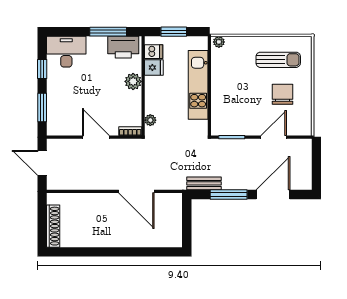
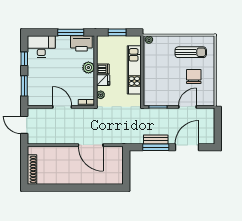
dishwasher: (154, 52) -> (103, 69), moved
fridge: (154, 67) -> (103, 80), moved
bench: (204, 183) -> (156, 139), moved

